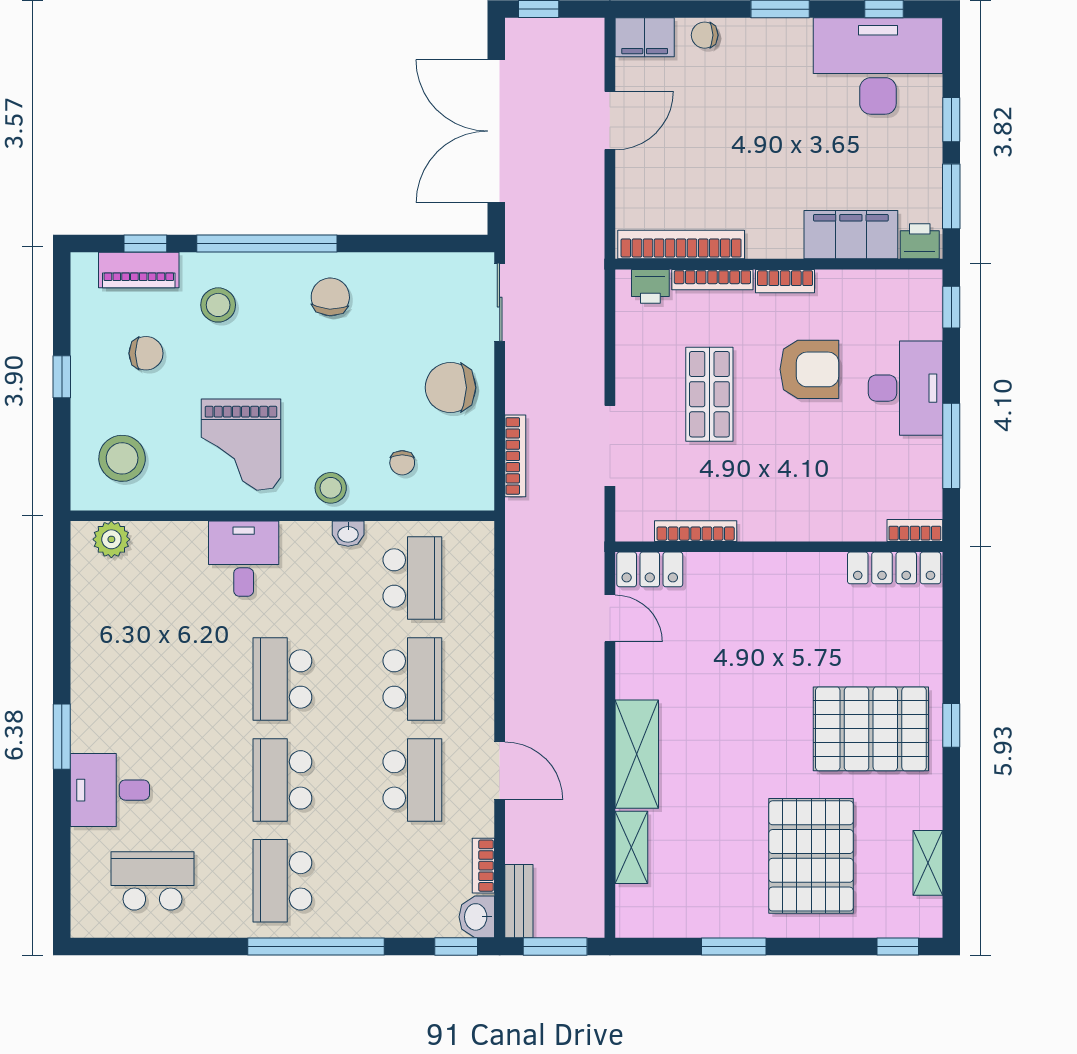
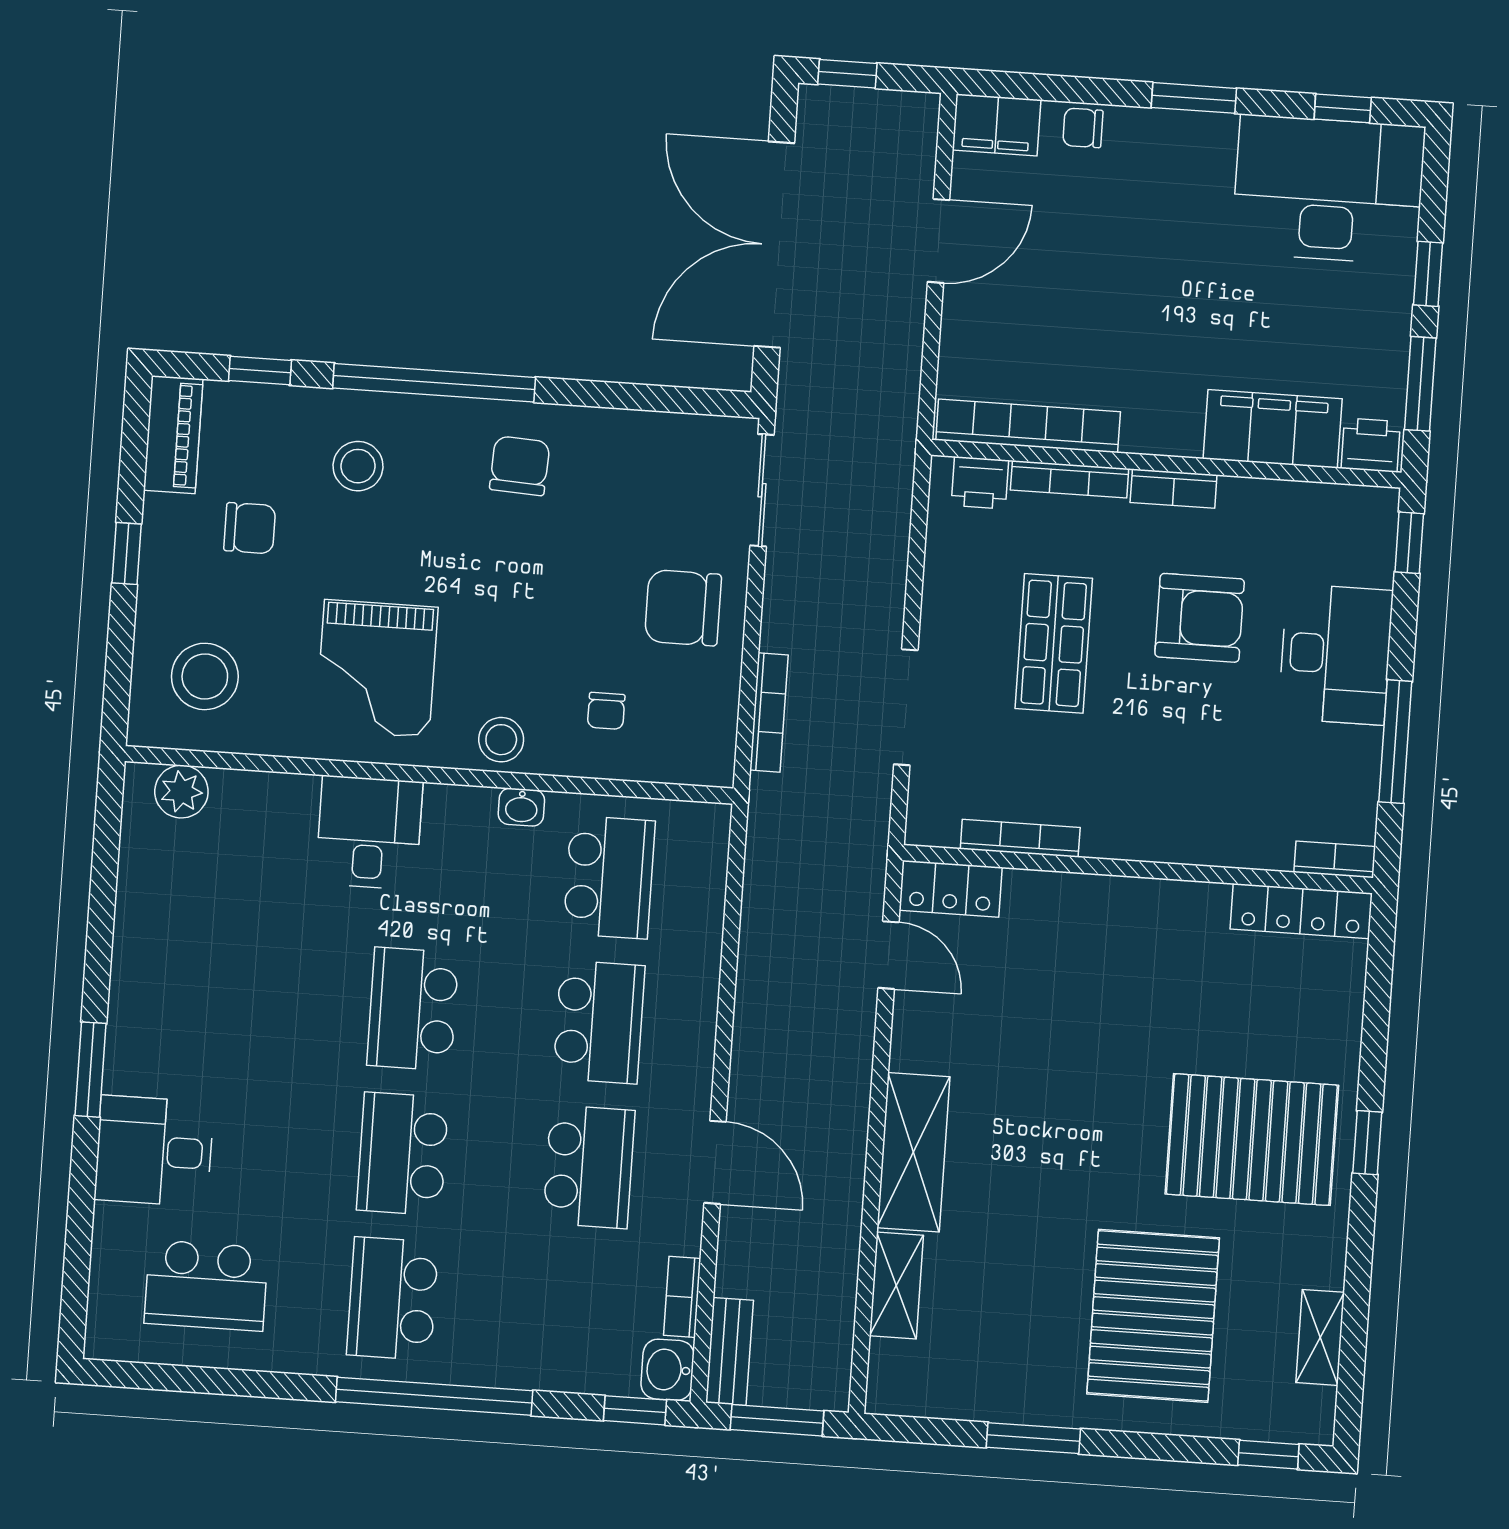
piano: (139, 270) -> (173, 435), moved, turned -90
school desk: (153, 881) -> (206, 1286), turned 180

